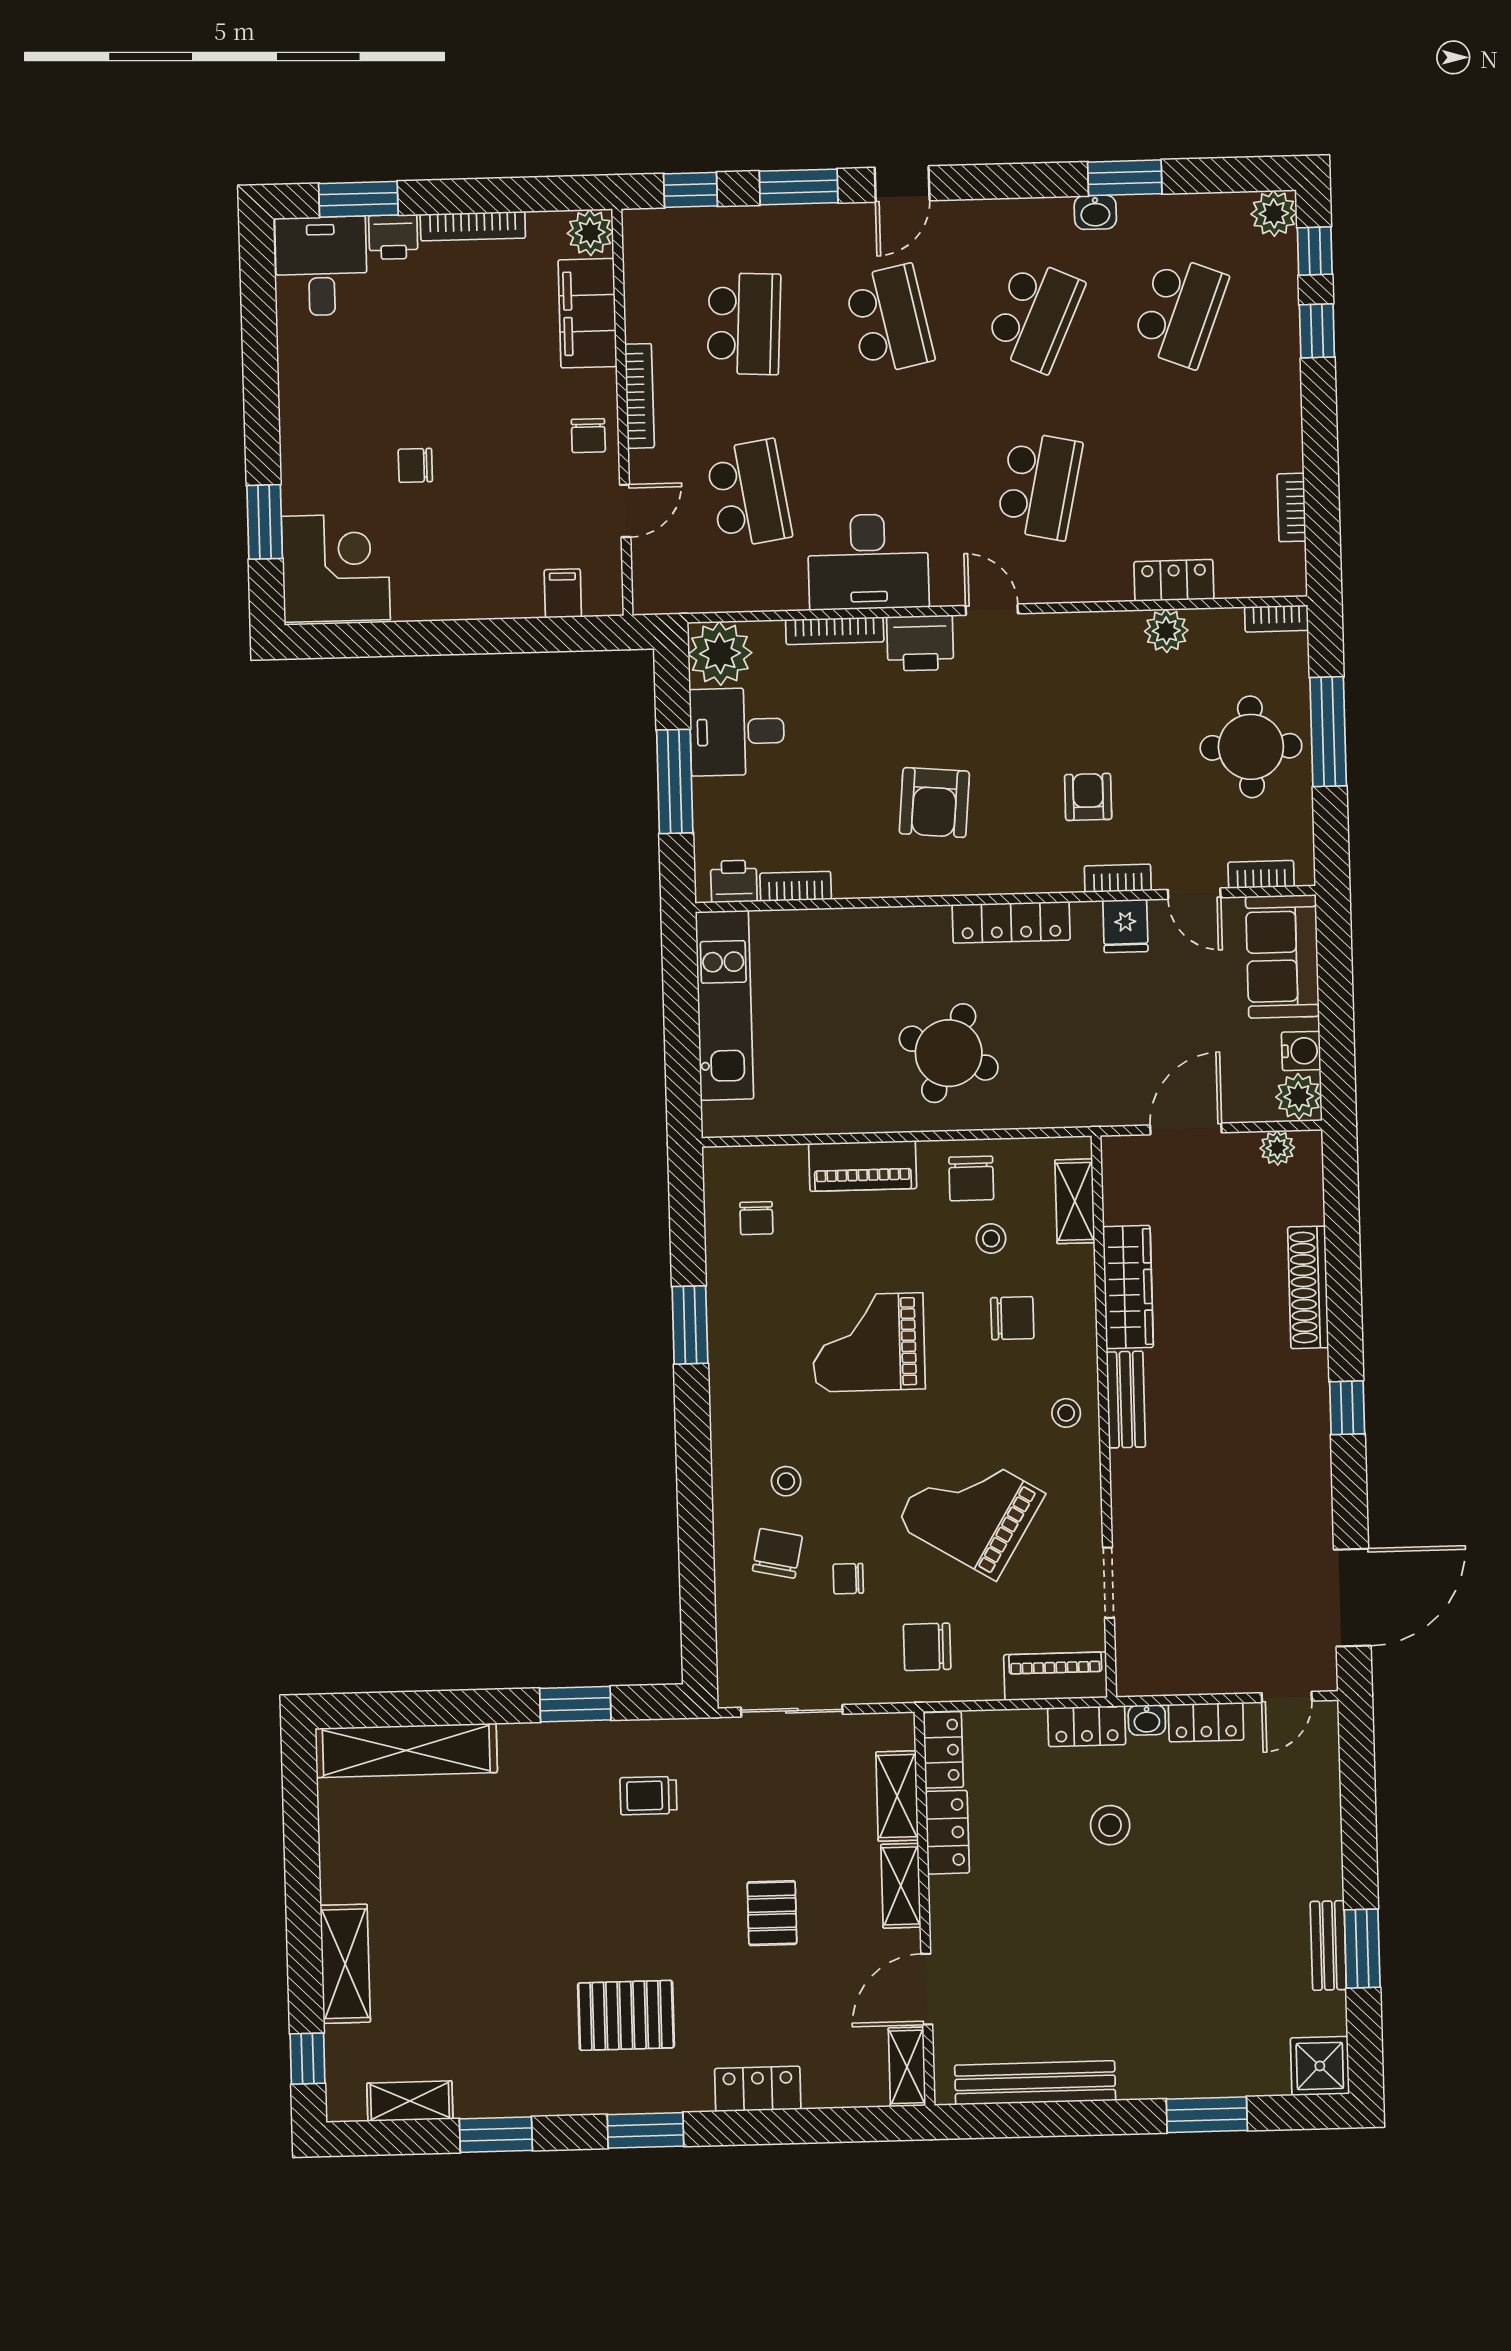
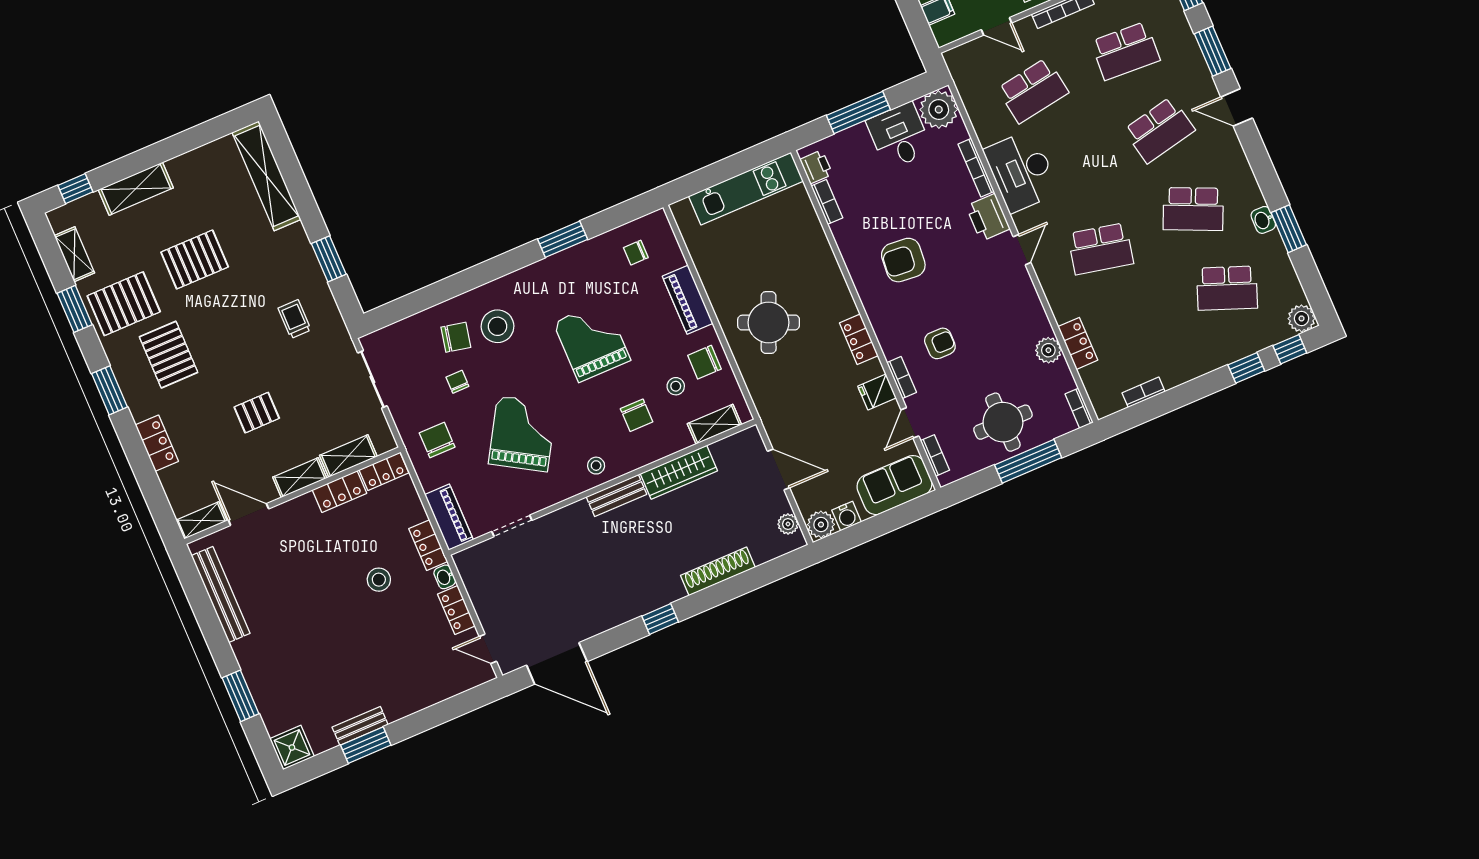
locker: (1011, 922) -> (859, 339), width x0.66
stool: (786, 1481) -> (498, 326), width x1.89, depth x1.89
pallet: (493, 1915) -> (195, 259), added
pallet: (518, 2054) -> (124, 304), added

